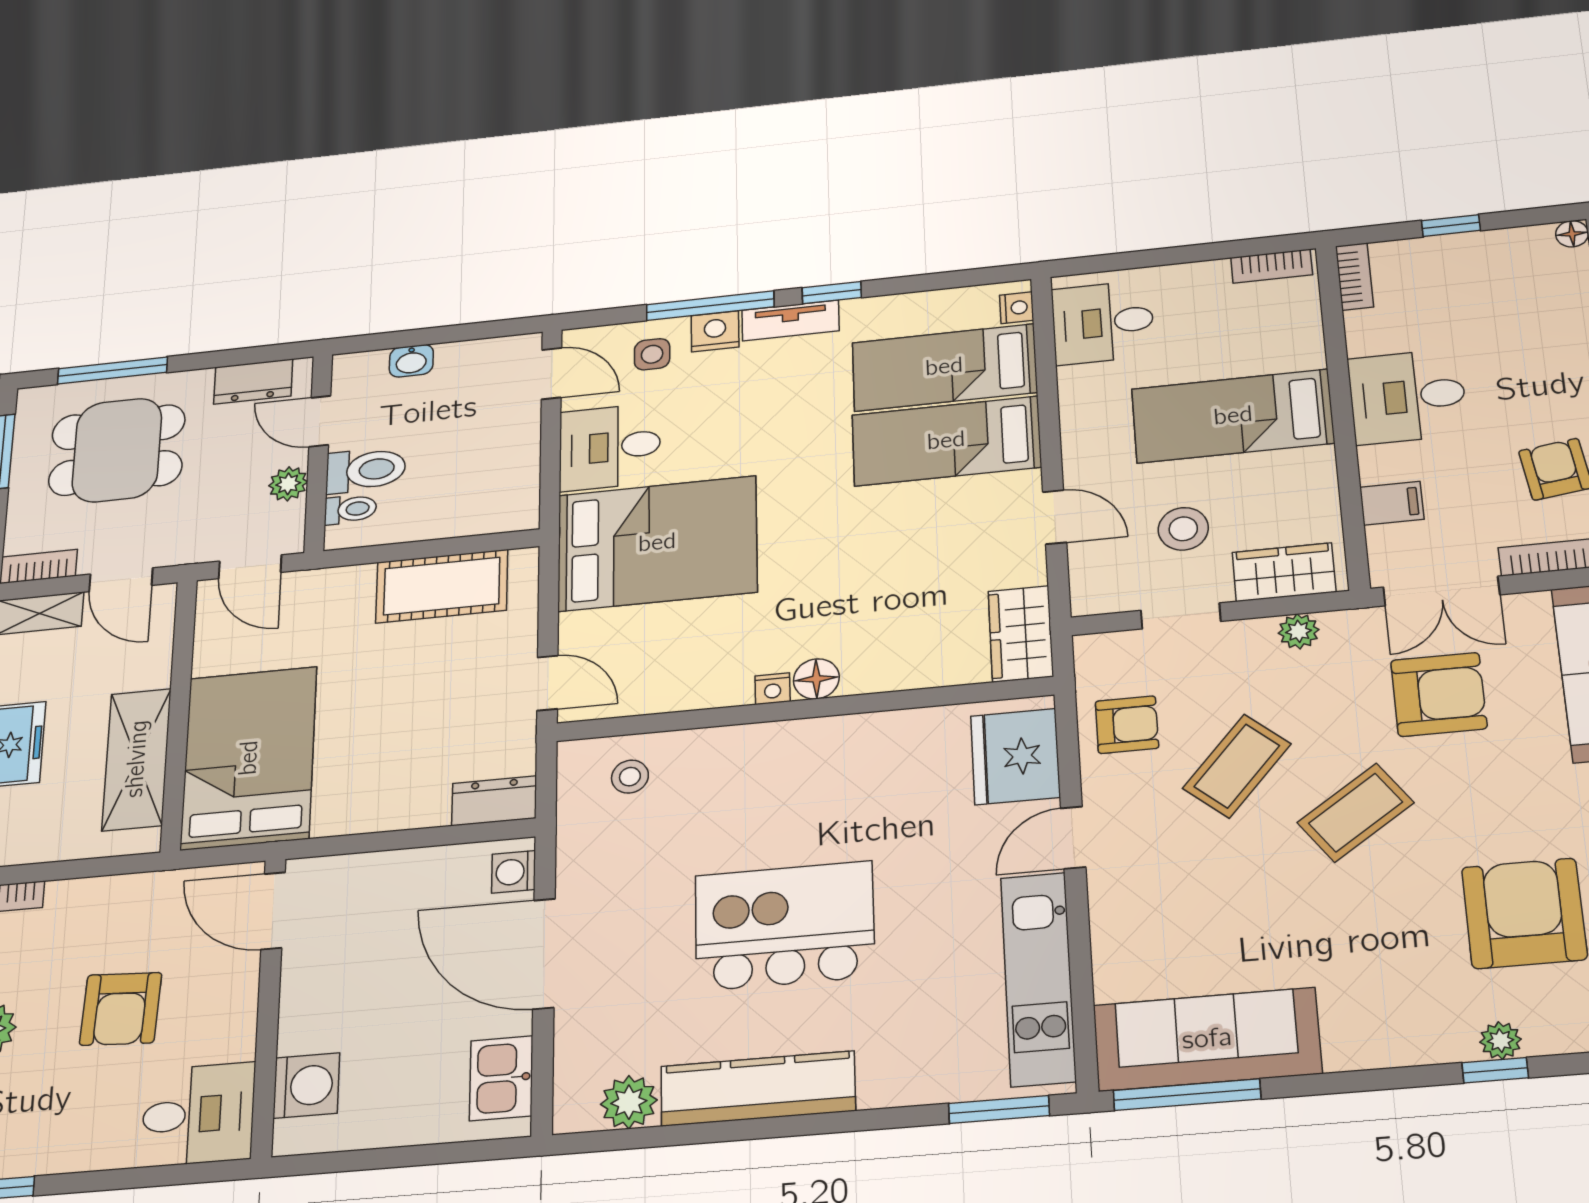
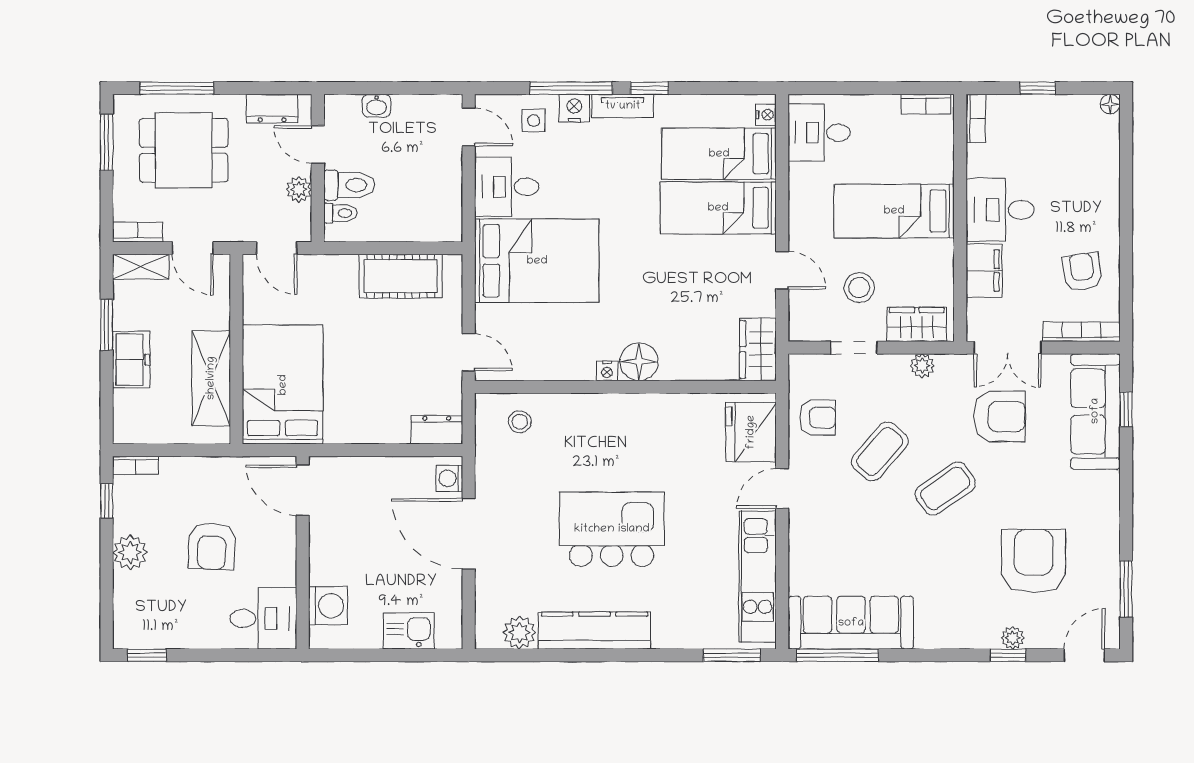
filing cabinet: (1392, 503) -> (984, 271), width x2.00
floor lamp: (816, 679) -> (639, 362), width x1.38, depth x1.38
kitchen sink: (501, 1078) -> (409, 631), moved, turned 90

